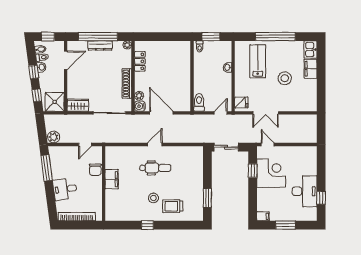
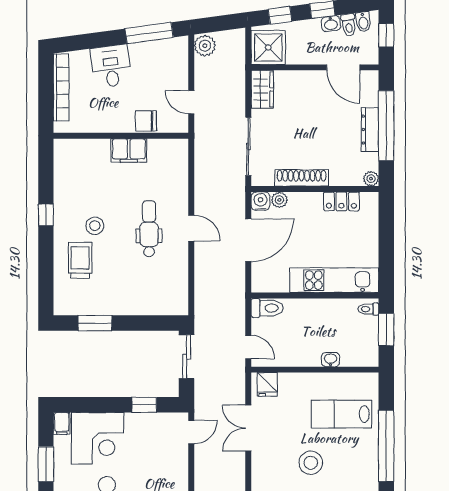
lab bench: (258, 61) -> (341, 414), turned 180
kitchen unit: (184, 65) -> (334, 280), added
dental chair: (155, 168) -> (149, 229), turned 180
corner desk: (271, 173) -> (97, 438), moved

